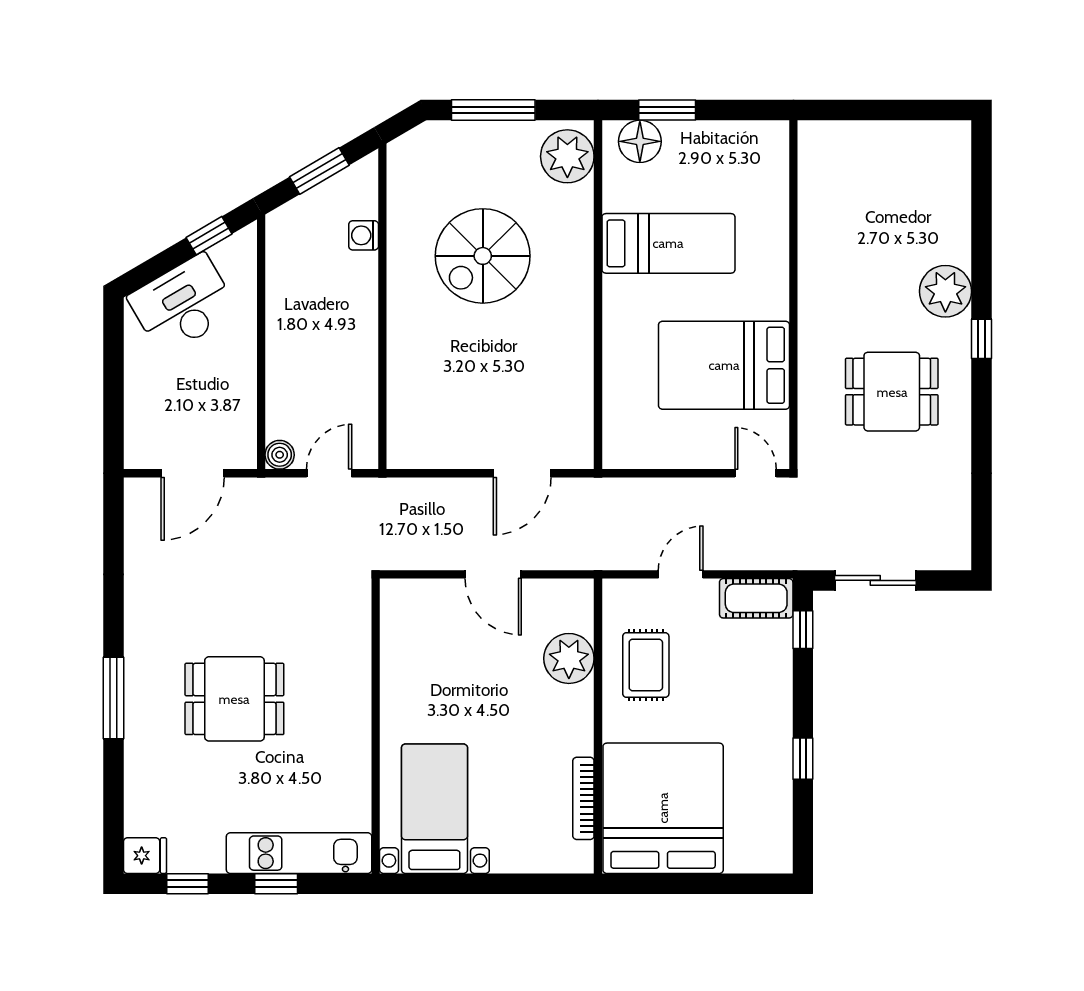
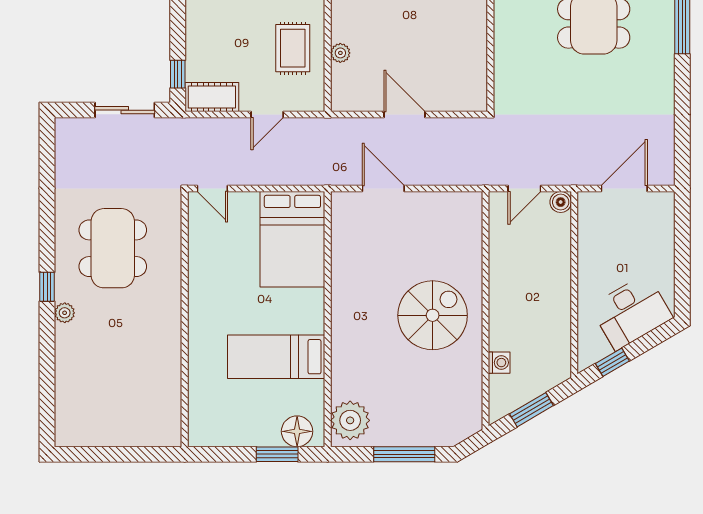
spiral stairs: (483, 256) -> (433, 315), moved
plant: (945, 291) -> (65, 313), width x0.53, depth x0.53
bed: (724, 365) -> (292, 239), moved, turned 90
dining table: (892, 392) -> (113, 248), width x1.38
door: (522, 473) -> (383, 188), hinge flipped
plant: (569, 658) -> (340, 53), width x0.53, depth x0.53

